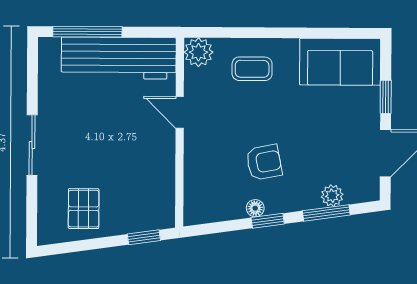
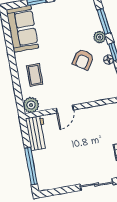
workbench: (119, 58) -> (37, 133), width x0.53, depth x0.76
armchair: (264, 162) -> (83, 59), turned -136
plant: (332, 196) -> (100, 37), moved

